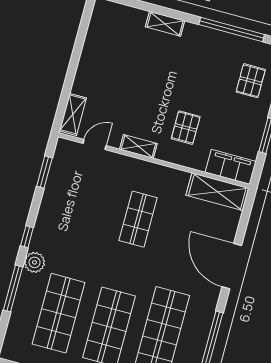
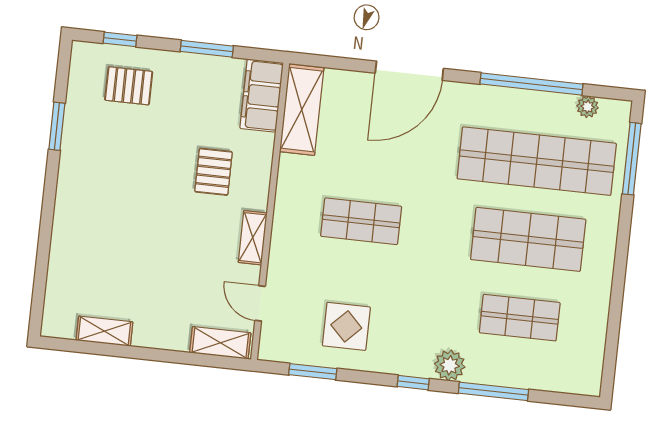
shelving: (165, 24) -> (104, 331), moved, turned 90
window: (232, 30) -> (57, 126), width x0.47
pallet: (186, 128) -> (214, 172), turned 90
display table: (71, 199) -> (346, 326), added
shop shelf: (59, 313) -> (520, 318), width x0.70, depth x0.74

